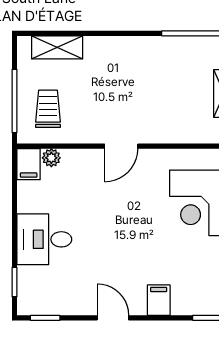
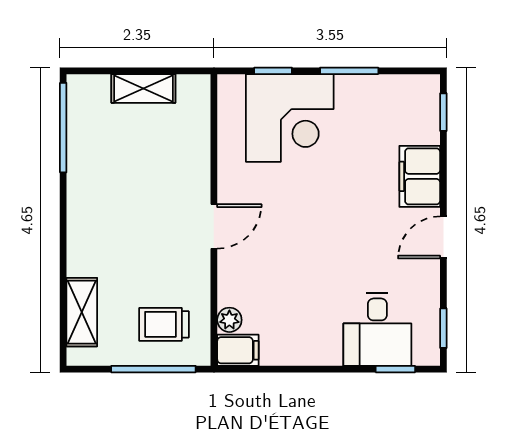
door: (121, 146) -> (214, 226), hinge flipped
desk: (44, 239) -> (377, 329), moved
filing cabinet: (159, 300) -> (420, 176), width x2.00

